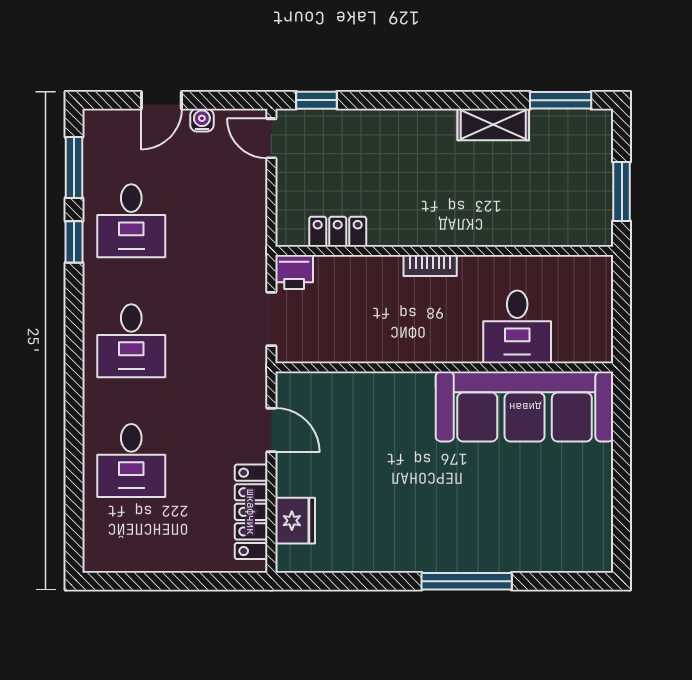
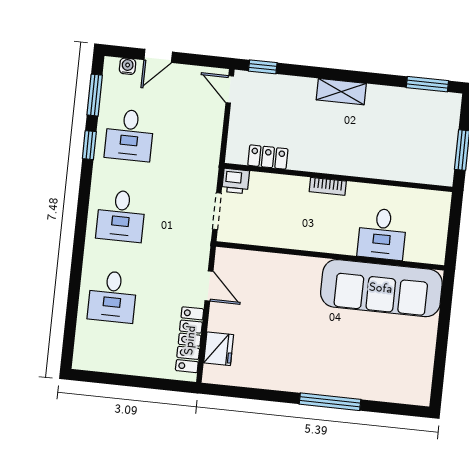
water cooler: (202, 120) -> (128, 66), moved
shelving: (493, 125) -> (341, 92), moved

